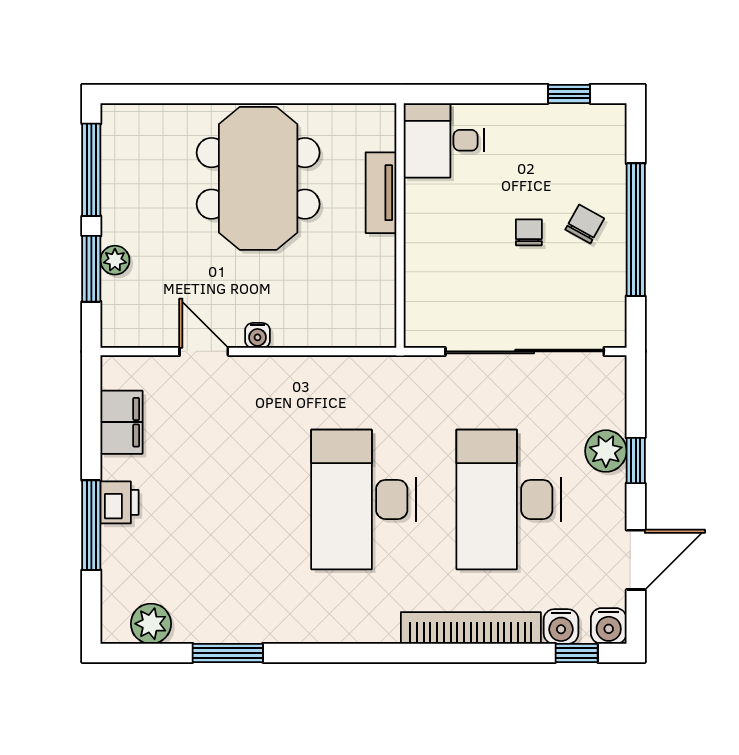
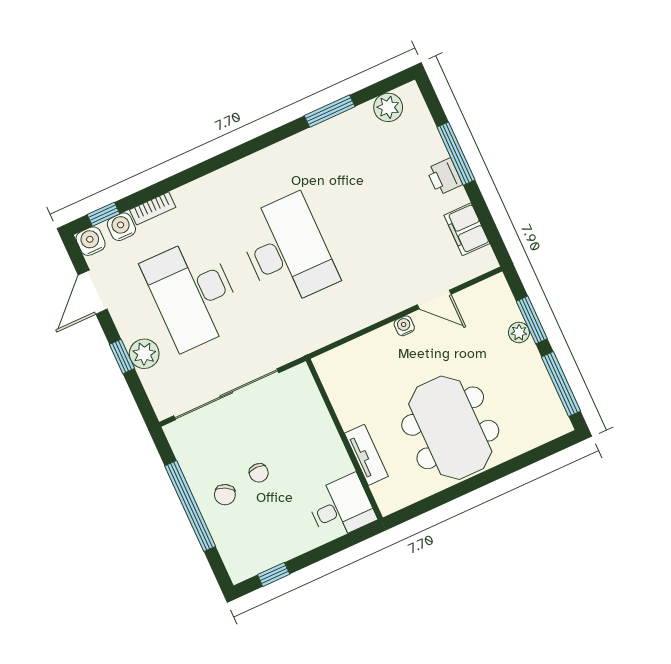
desk: (509, 499) -> (193, 294), turned 180
bookcase: (471, 628) -> (153, 208), width x0.43, depth x0.76

